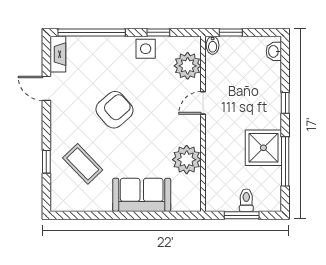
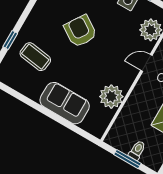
armchair: (114, 110) -> (80, 31), turned -106
coffee table: (83, 164) -> (35, 57), turned -38

